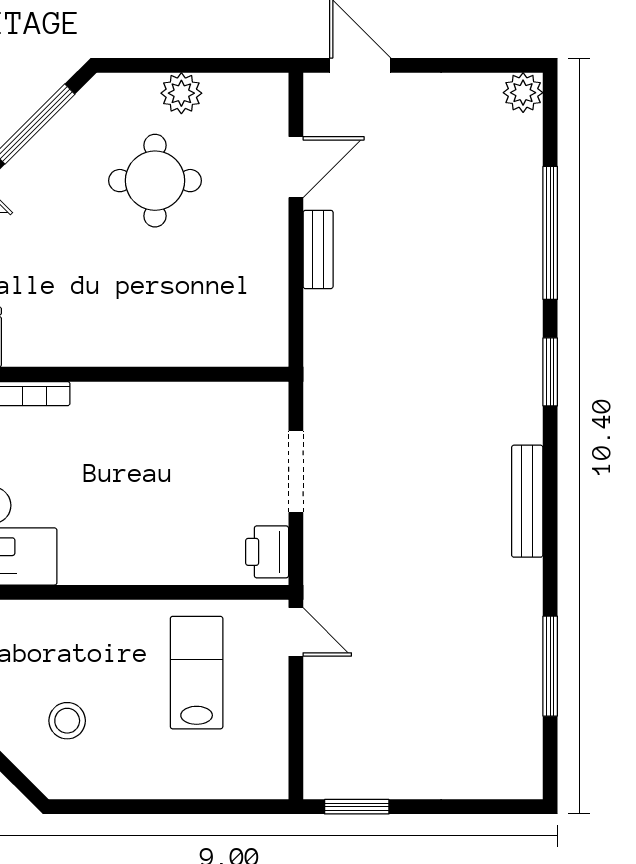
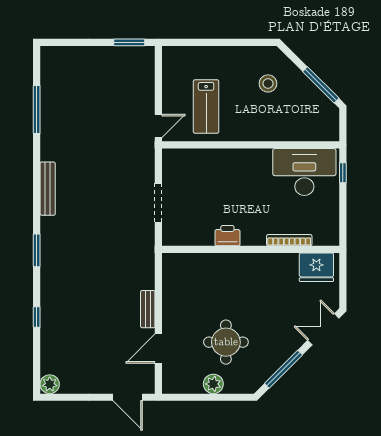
window: (550, 233) -> (37, 317), width x0.32
printer: (267, 552) -> (227, 236), moved, turned -90
door: (296, 632) -> (158, 126), swing flipped

